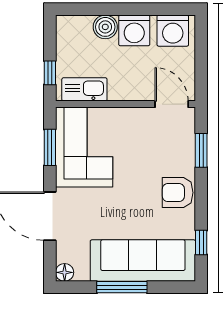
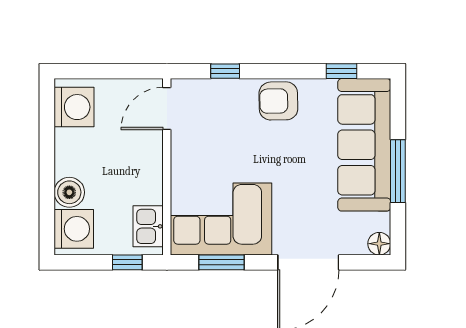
washing machine: (134, 30) -> (74, 229), moved
kitchen sink: (84, 89) -> (148, 226), width x0.73
window: (201, 150) -> (225, 71), width x0.67
armchair: (178, 193) -> (278, 101), turned 89

